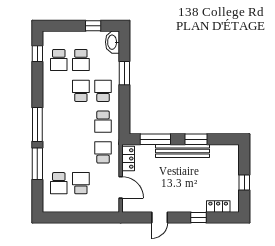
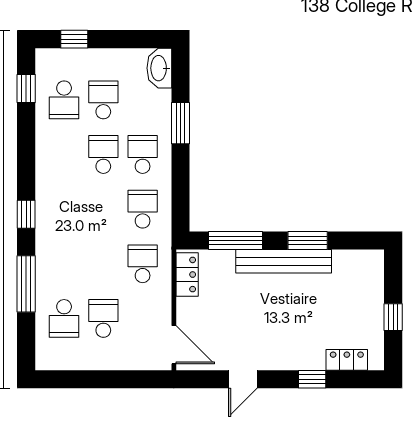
window: (93, 26) -> (74, 39), moved
school desk: (81, 60) -> (103, 100), turned 180
school desk: (103, 122) -> (143, 209), turned 180
window: (37, 125) -> (26, 214), width x0.46
door: (121, 187) -> (174, 345), moved

